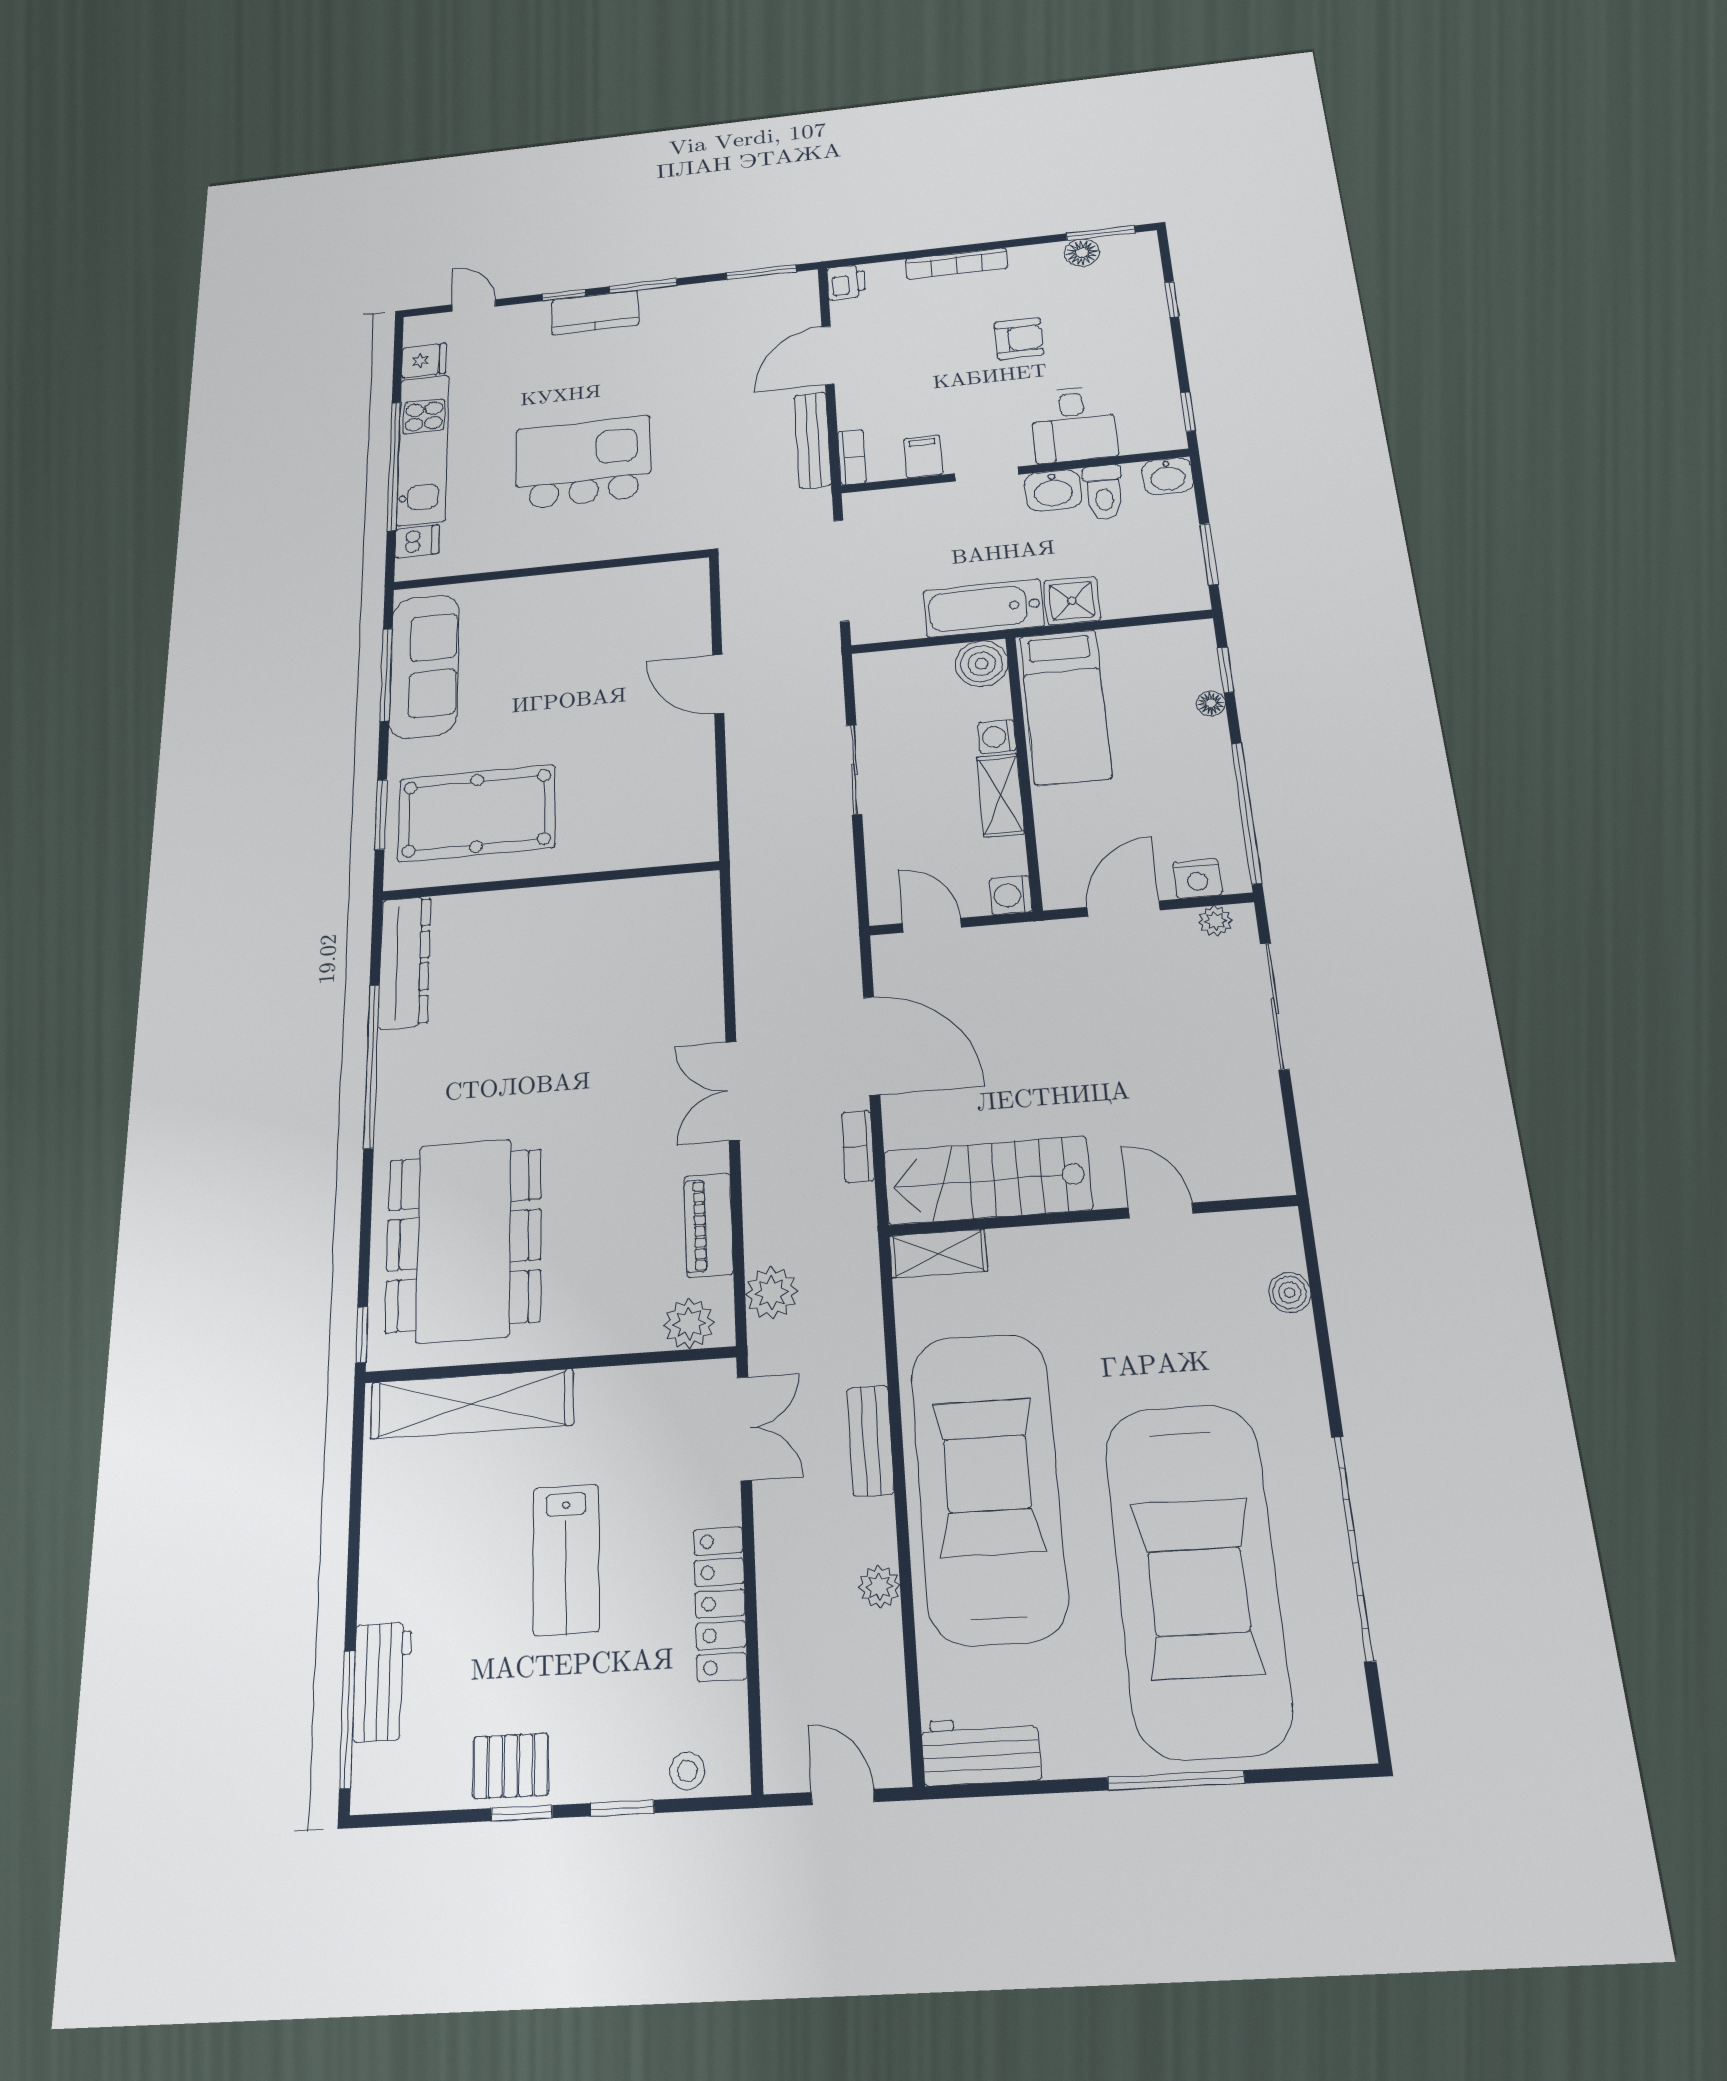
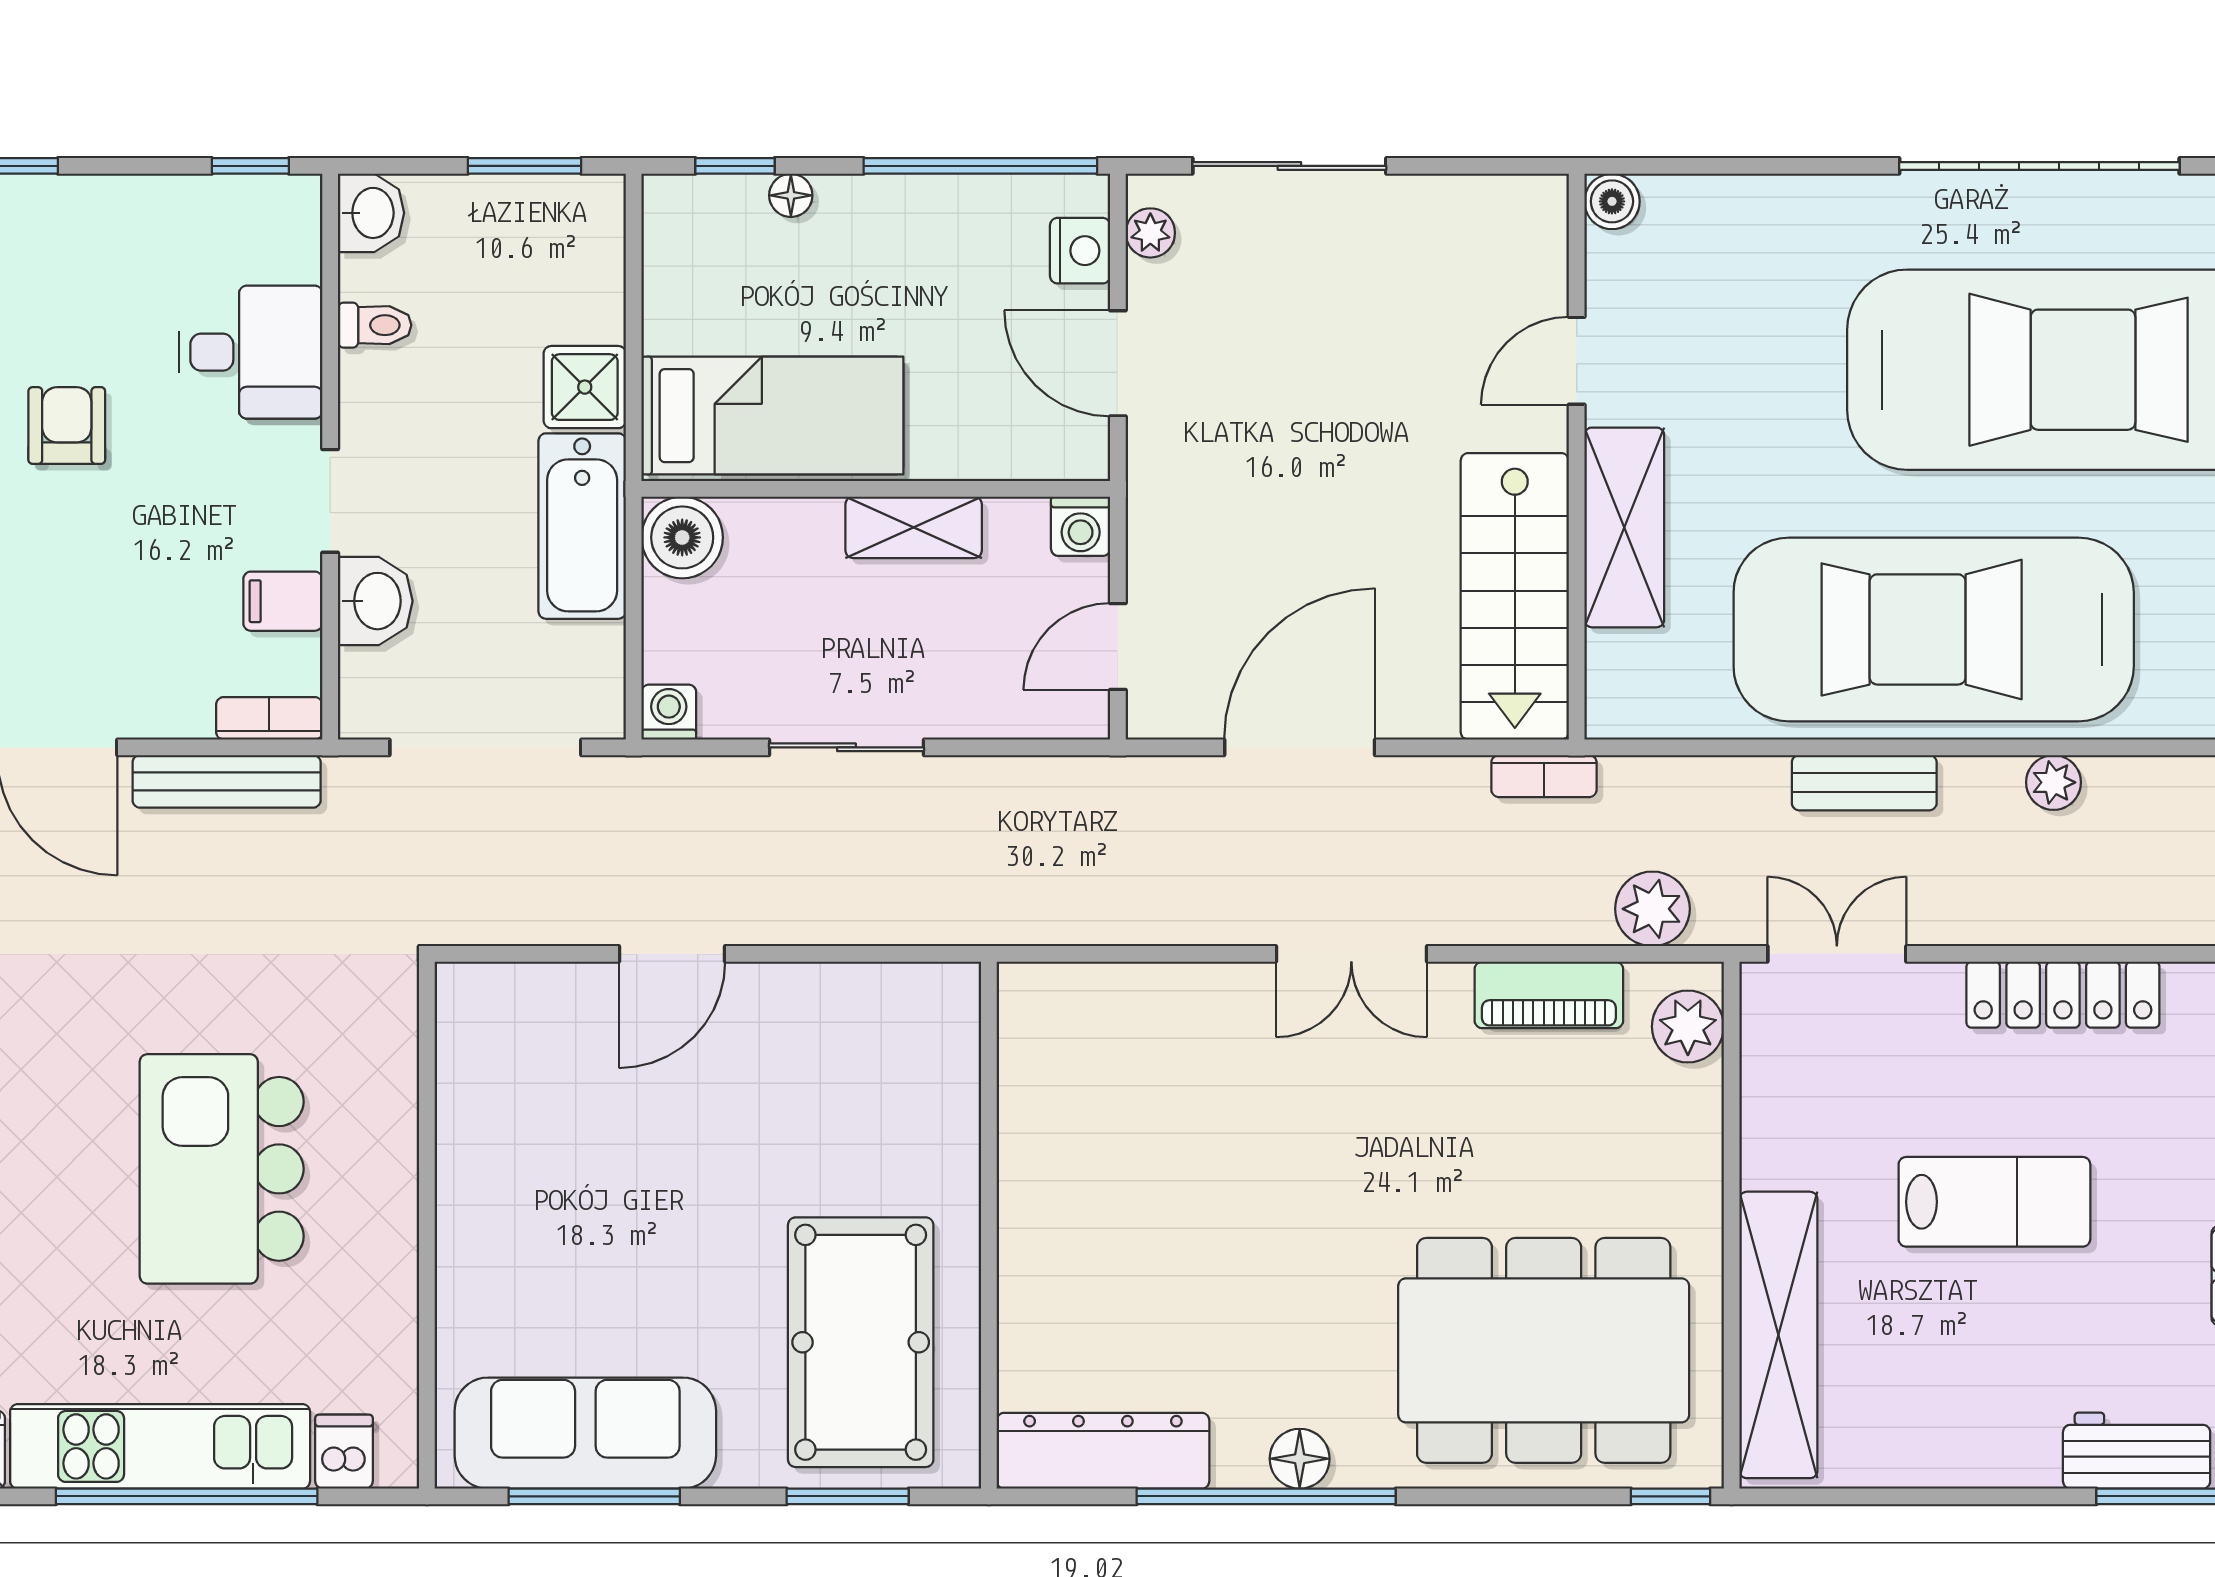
washbasin: (1053, 490) -> (375, 601), moved
toilet: (1104, 492) -> (375, 325), width x0.73, depth x0.72
washing machine: (997, 737) -> (669, 712), moved, turned 180
floor lamp: (396, 1085) -> (1300, 1459), added
bookcase: (858, 1146) -> (1544, 776), moved
shelving: (938, 1254) -> (1624, 527), moved, width x1.50, depth x1.33
boiler: (1290, 1293) -> (1612, 201), moved

